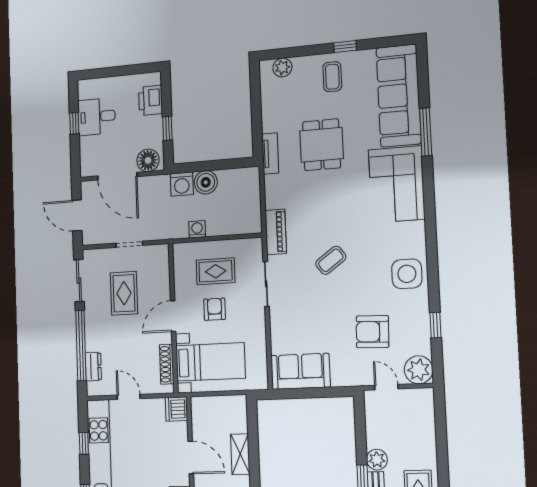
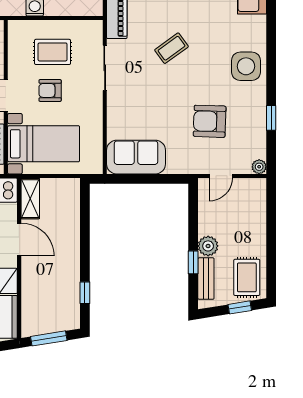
armchair: (215, 309) -> (50, 90), turned -90
plant: (419, 370) -> (259, 167), width x0.53, depth x0.53
door: (386, 387) -> (221, 176), swing flipped
shelving: (240, 454) -> (30, 199), moved

